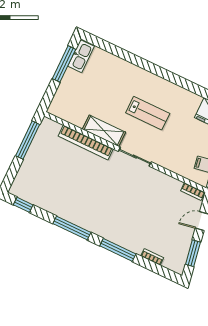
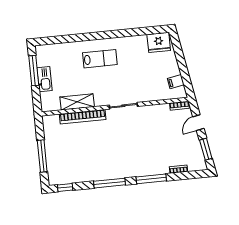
kitchen sink: (81, 56) -> (44, 79), moved
lab bench: (148, 113) -> (100, 59), moved
shelving: (104, 131) -> (77, 102), moved
window: (28, 140) -> (42, 156), moved

